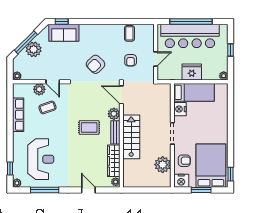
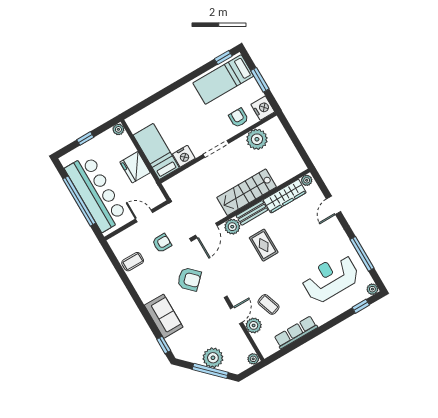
sofa: (64, 33) -> (164, 316), moved
bed: (211, 166) -> (223, 80), width x0.67

